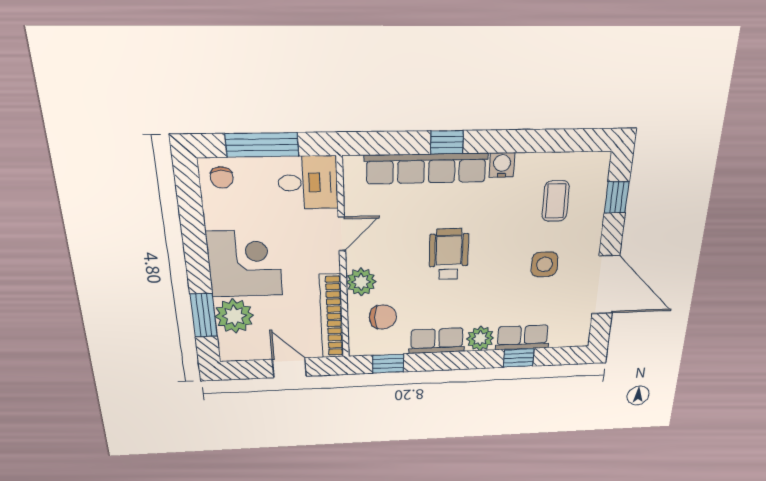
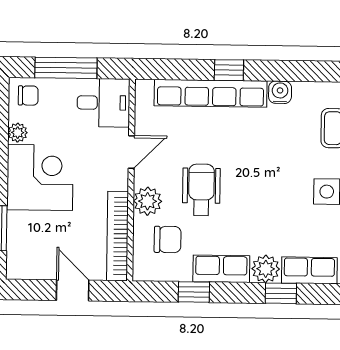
chair: (222, 177) -> (28, 95), turned -90
wheelchair: (449, 254) -> (201, 190), moved
plant: (234, 316) -> (18, 133), moved, width x0.53, depth x0.53
window: (519, 358) -> (281, 293), moved
window: (388, 364) -> (194, 292), moved

